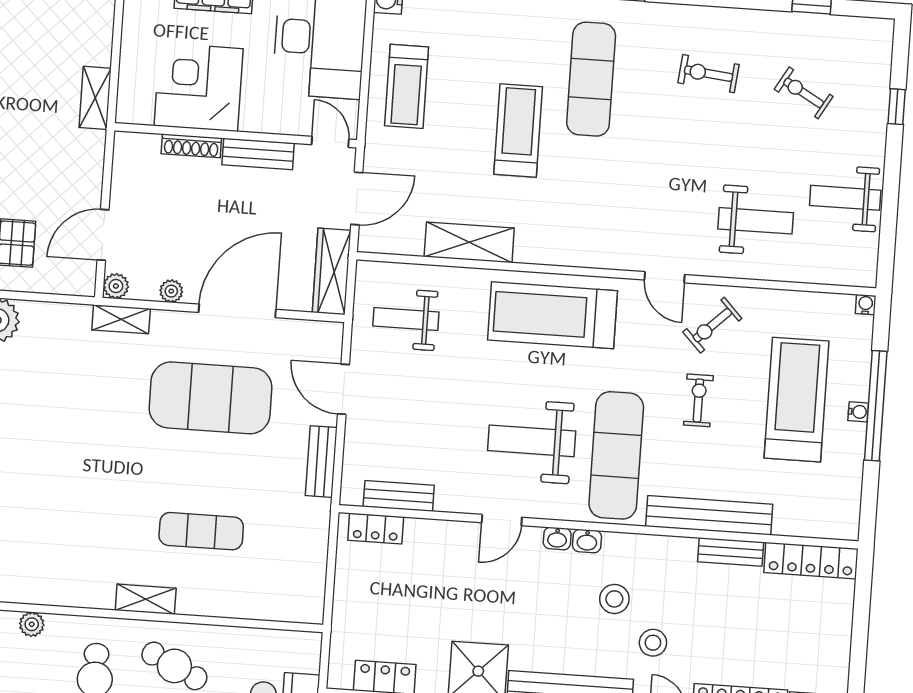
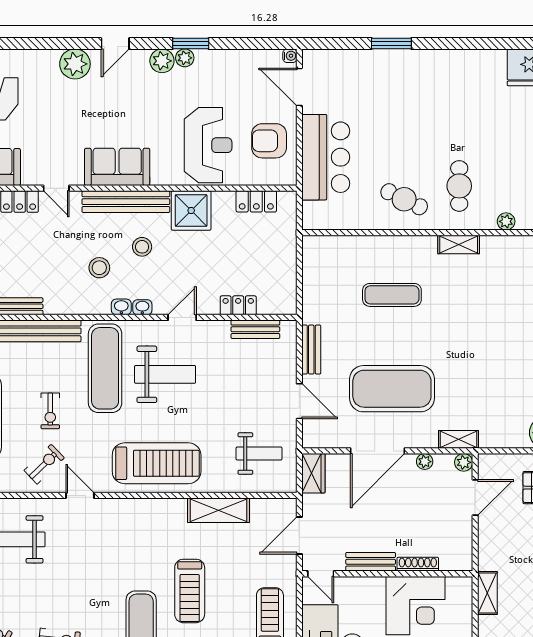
wardrobe: (332, 271) -> (313, 473), width x0.67
locker: (376, 529) -> (238, 305), moved
shelving: (146, 599) -> (459, 245), moved
stool: (653, 643) -> (142, 247), moved

